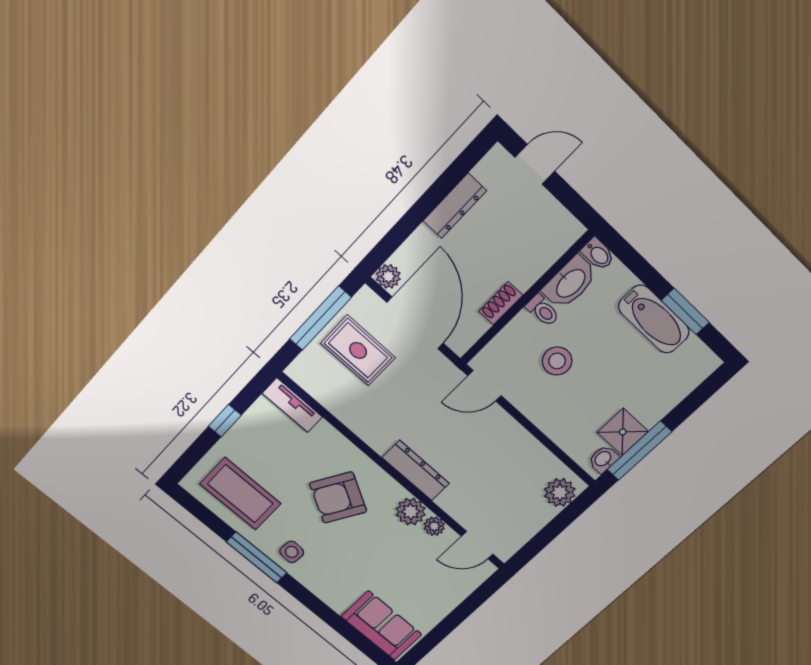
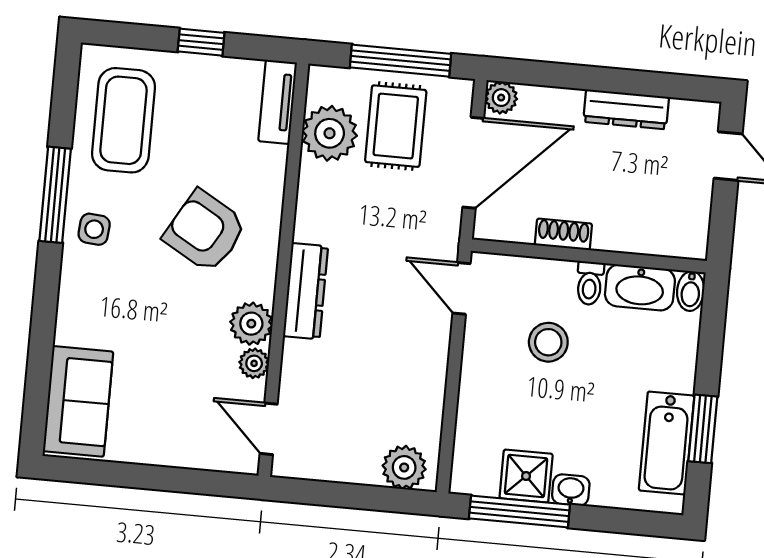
bathtub: (654, 319) -> (667, 443), moved
plant: (333, 391) -> (330, 133), added
washbasin: (603, 459) -> (571, 490), moved

